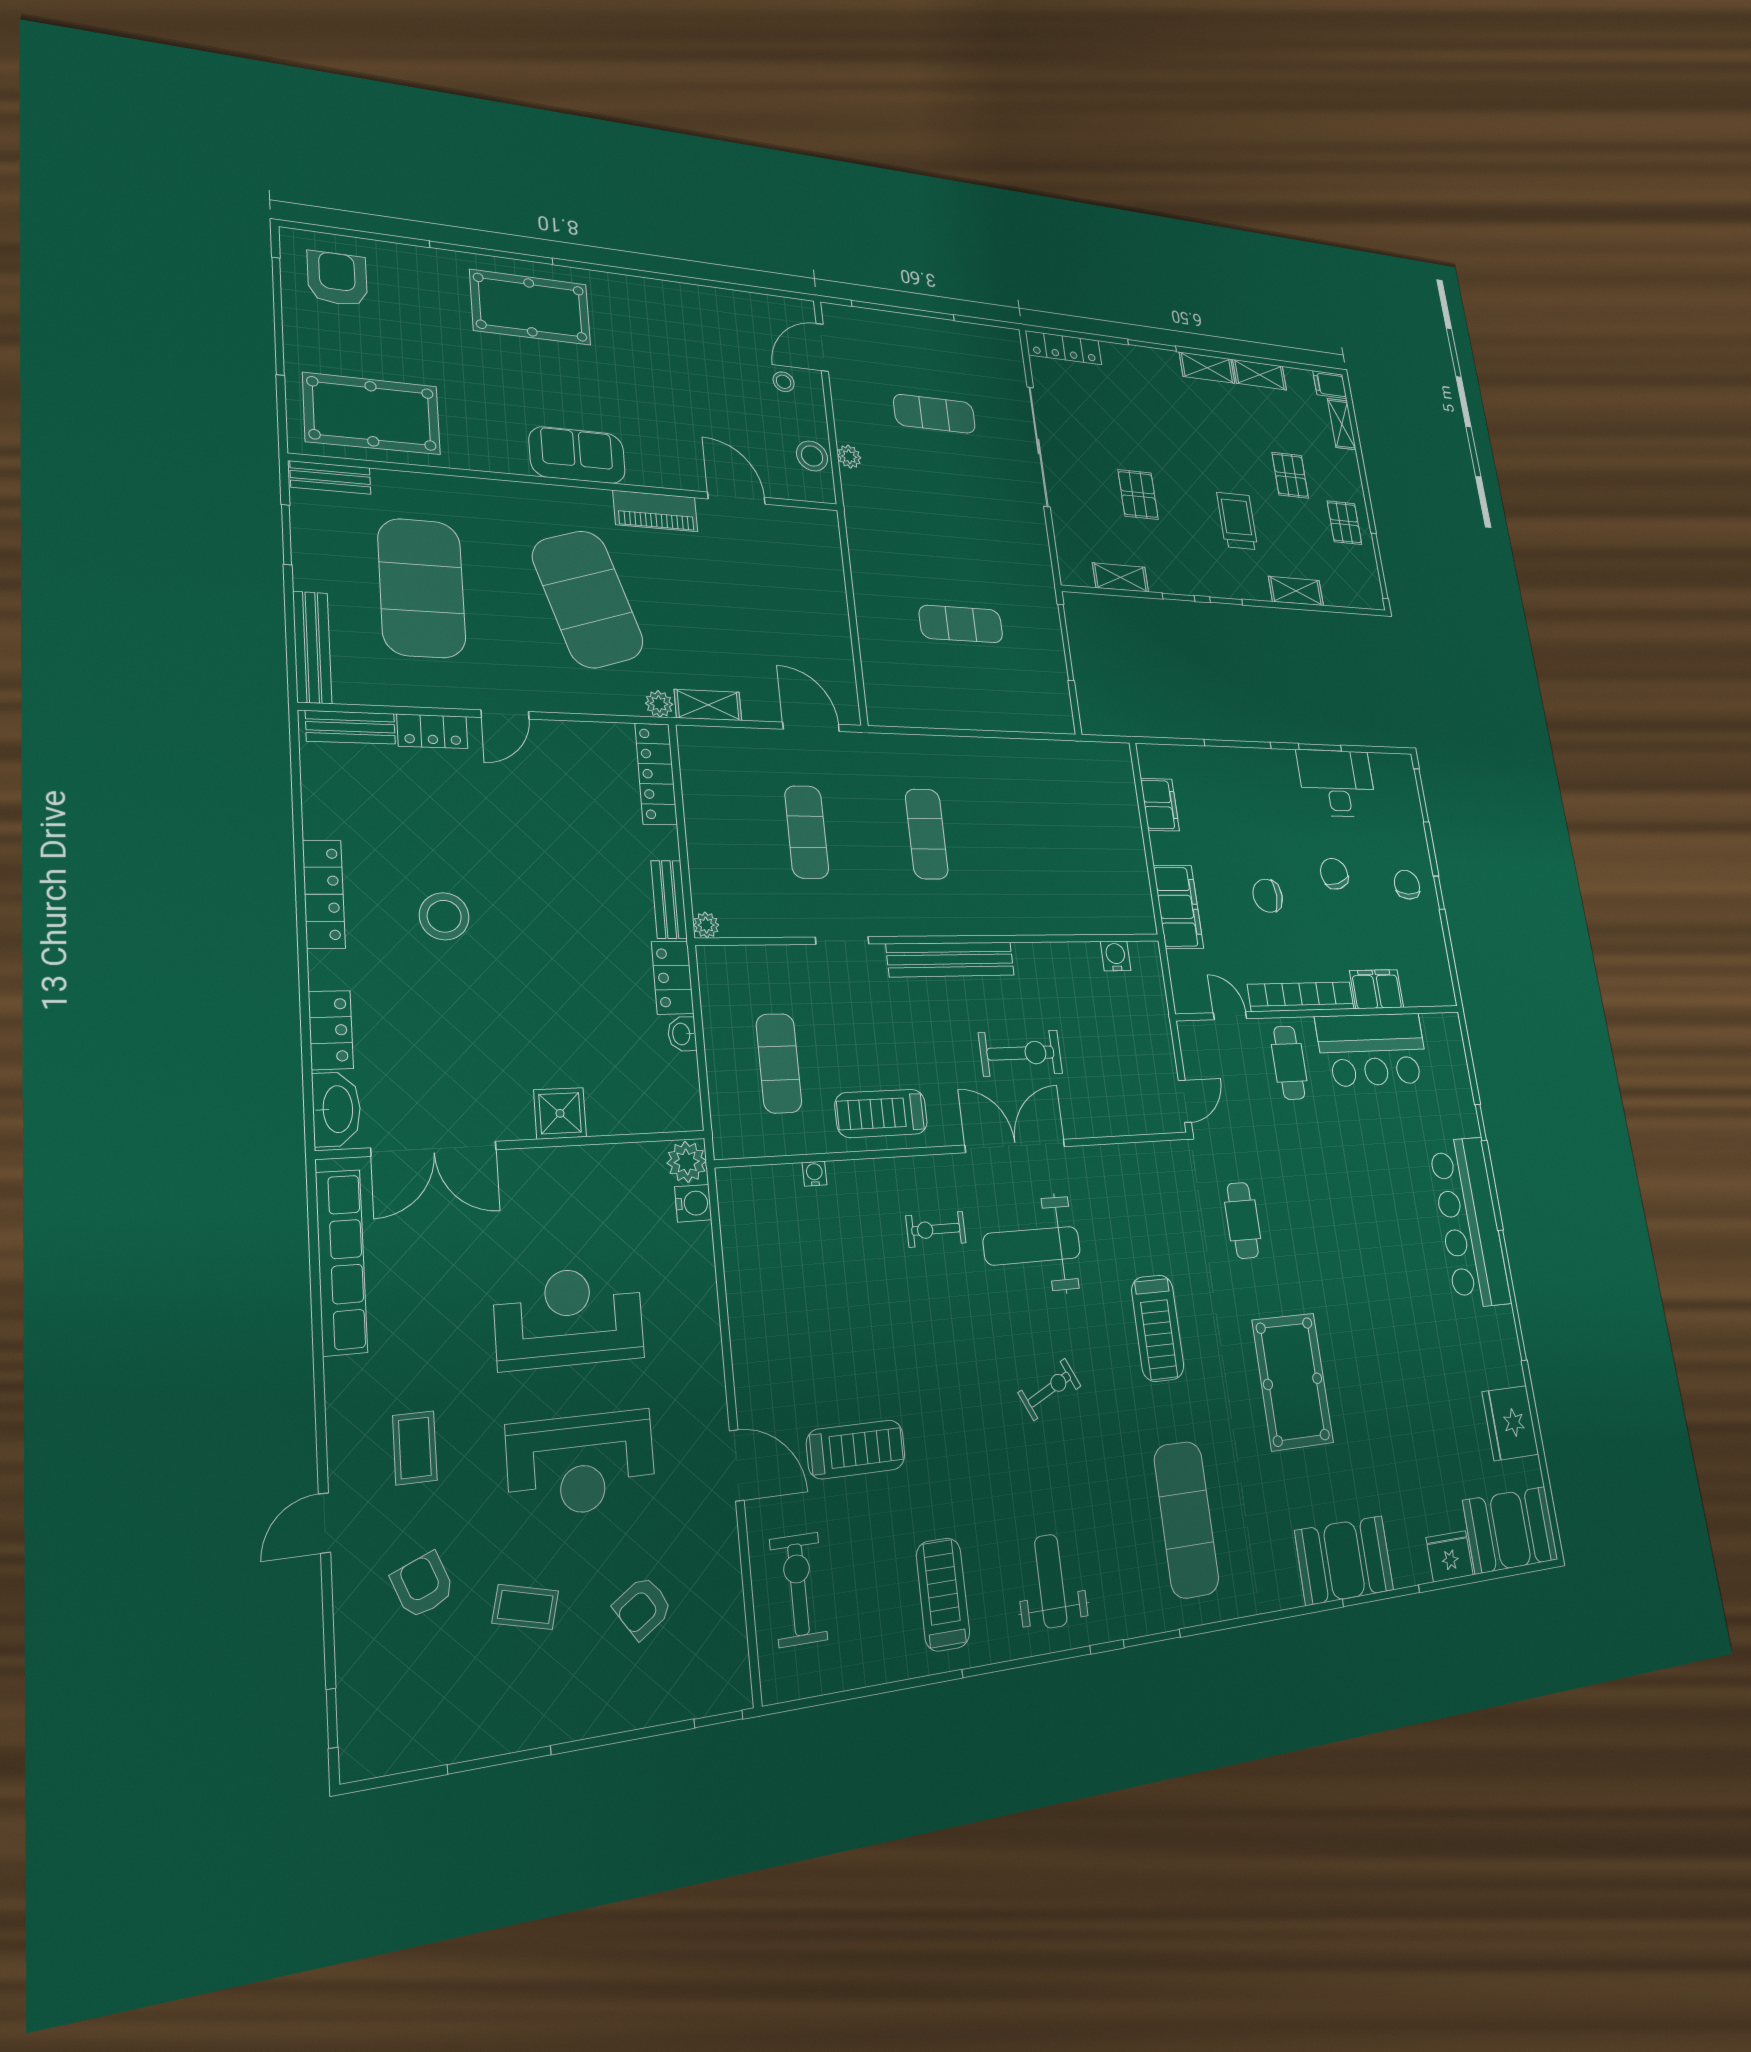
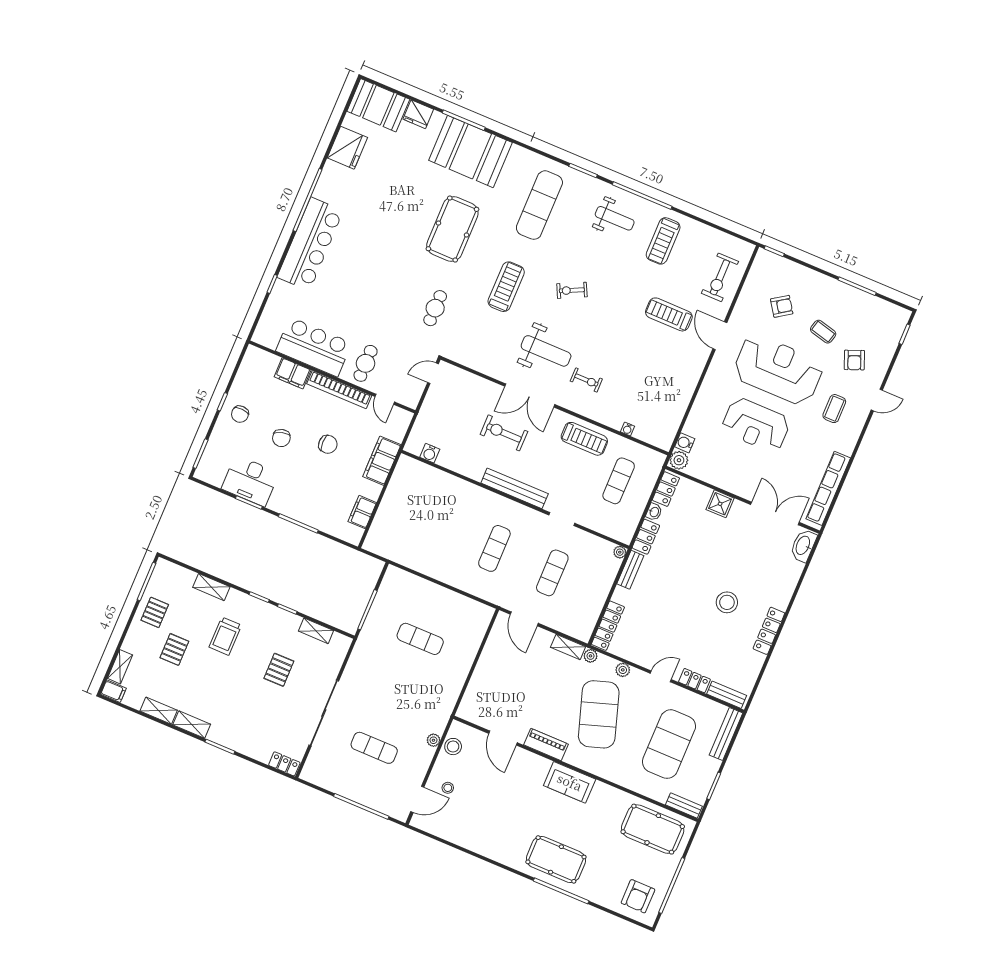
locker: (1064, 348) -> (284, 764), width x0.66
plant: (585, 700) -> (623, 670), added
locker: (331, 1030) -> (666, 489), moved, turned 180
reception desk: (581, 1464) -> (778, 370), width x1.36, depth x1.30
booth: (1344, 1560) -> (470, 151), width x1.36, depth x1.42
weight bench: (1051, 1581) -> (615, 218), turned -90

